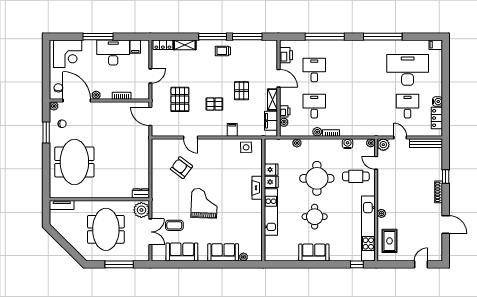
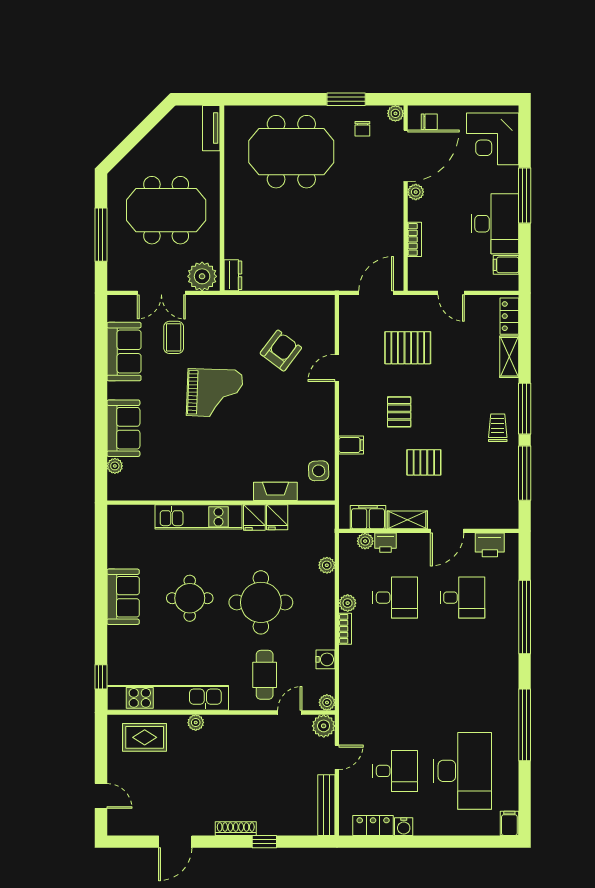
fireplace: (257, 188) -> (275, 491), moved

